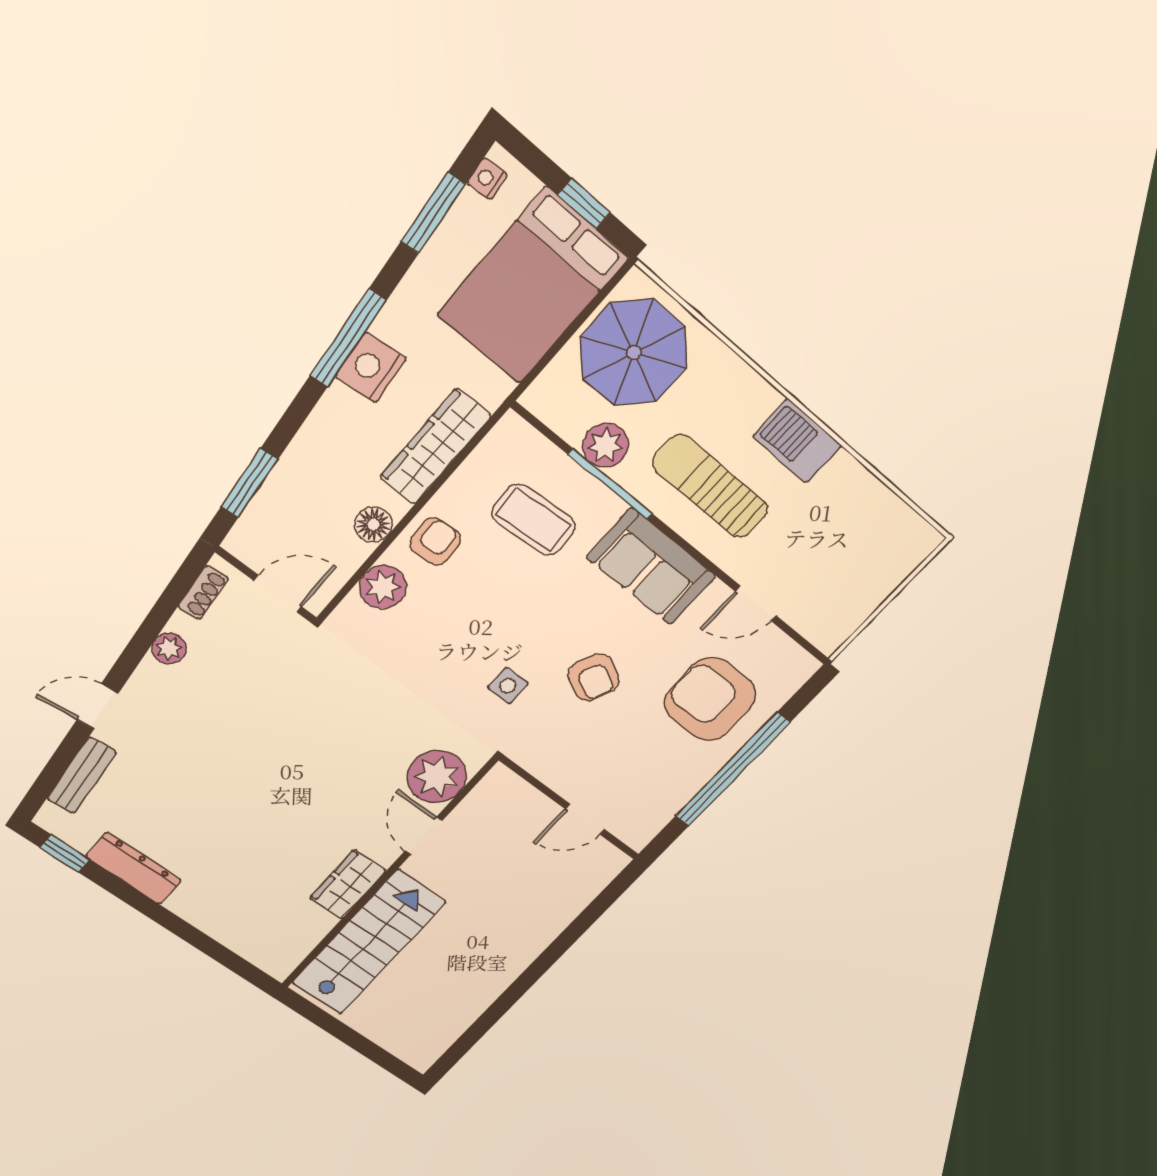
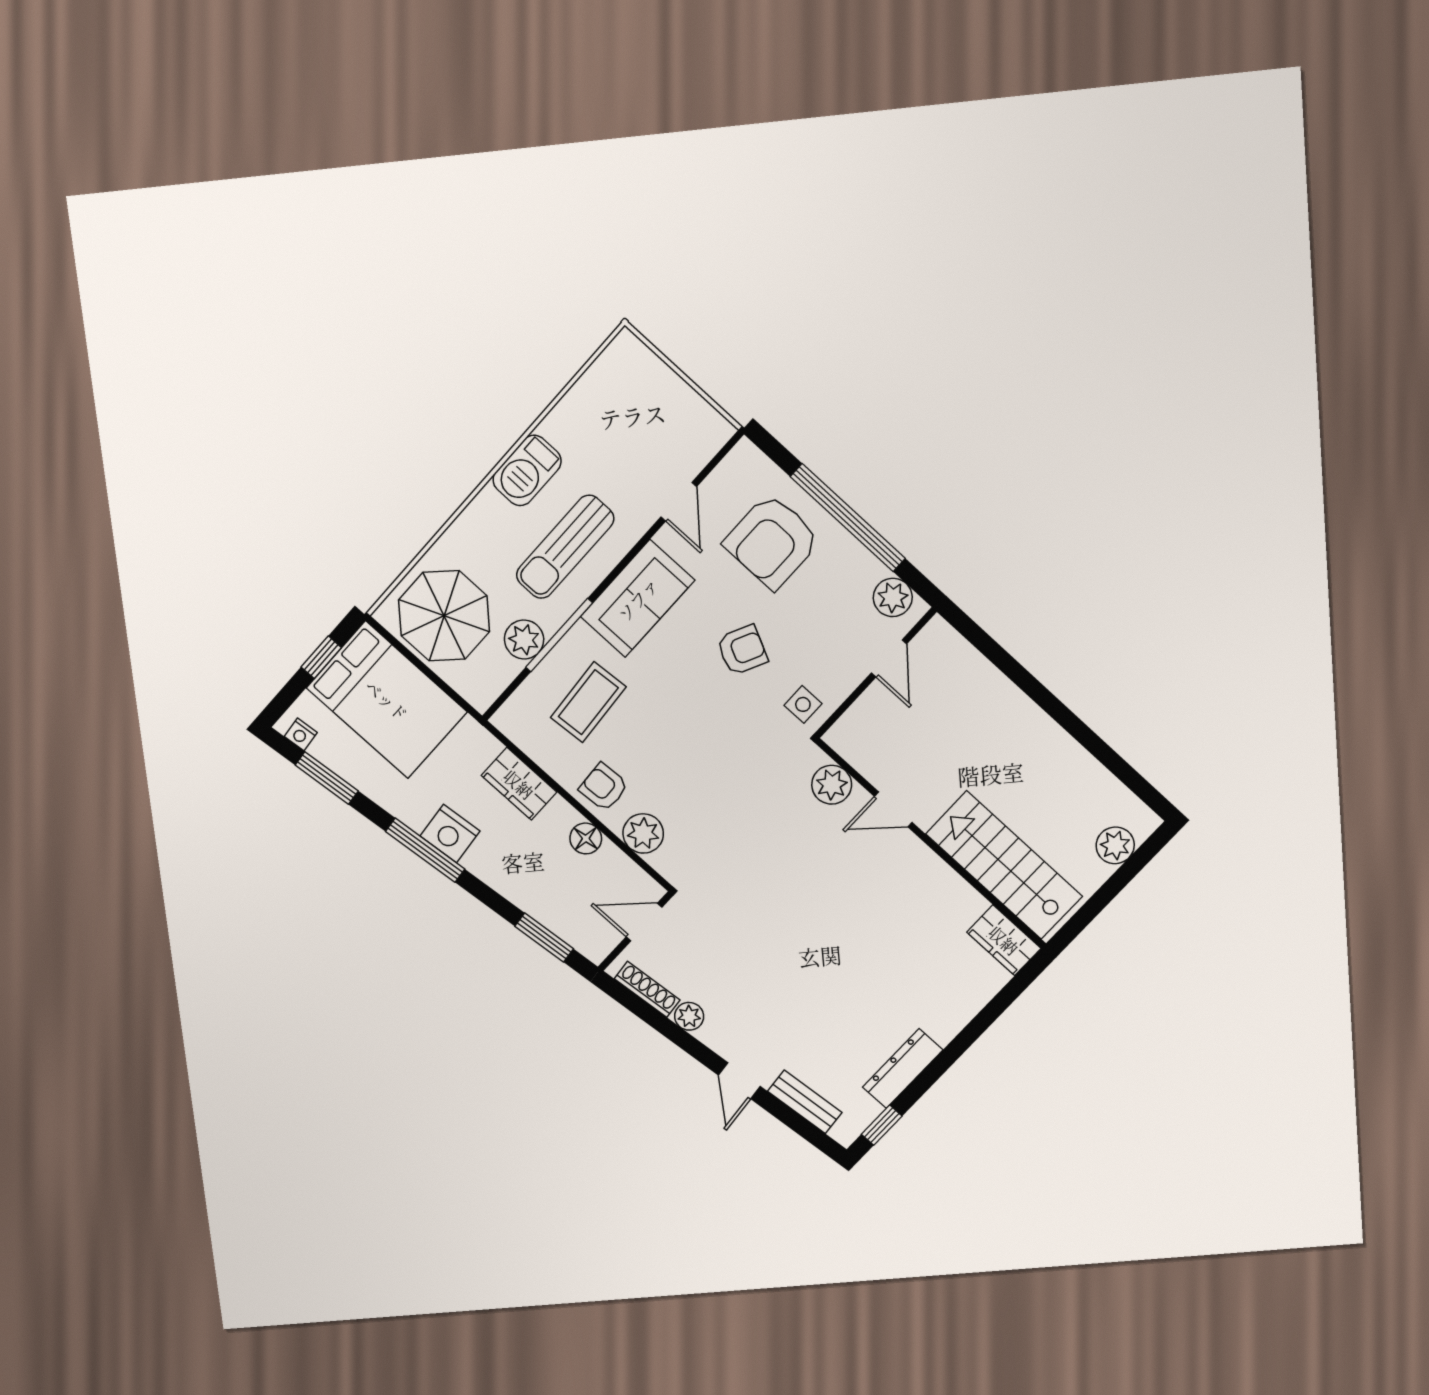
wardrobe: (435, 447) -> (519, 784), width x0.67
shoe rack: (203, 592) -> (647, 989), width x1.43
door: (278, 594) -> (644, 922), hinge flipped
side table: (508, 686) -> (803, 704), moved
plant: (437, 777) -> (832, 785), width x0.73, depth x0.73
plant: (649, 818) -> (893, 597), added
wardrobe: (348, 884) -> (1004, 940), moved
plant: (396, 1036) -> (1115, 845), added

